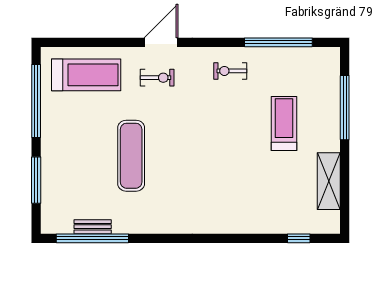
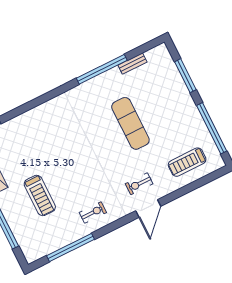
treadmill: (86, 75) -> (187, 162), width x0.73, depth x0.73
window: (92, 238) -> (102, 69), moved

